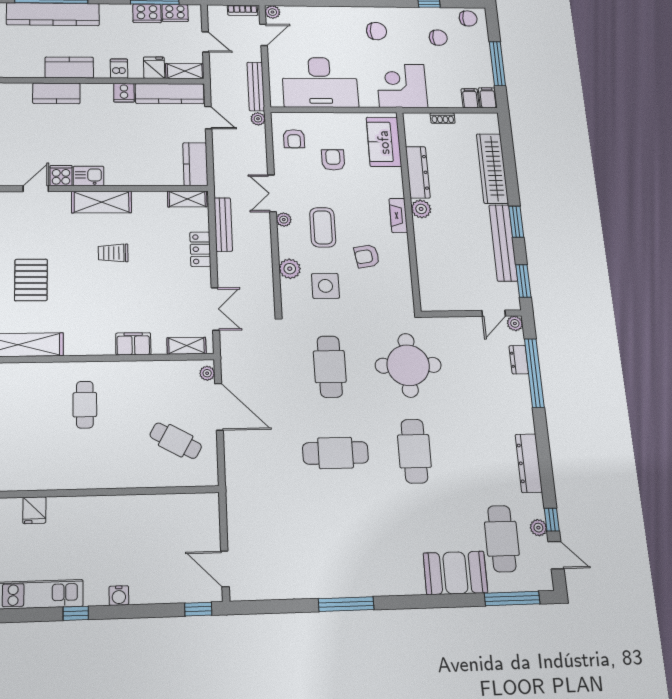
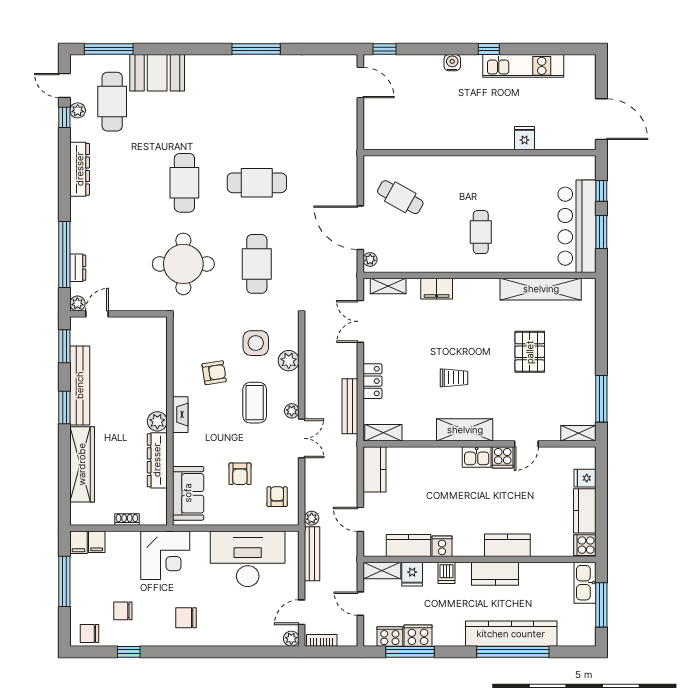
kitchen counter: (170, 94) -> (409, 545), width x0.67

